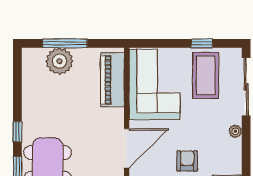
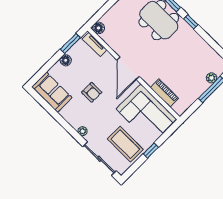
window: (202, 43) -> (151, 151), moved
plant: (59, 61) -> (211, 78), width x0.53, depth x0.53
piano: (112, 80) -> (164, 93), width x0.73, depth x0.75

